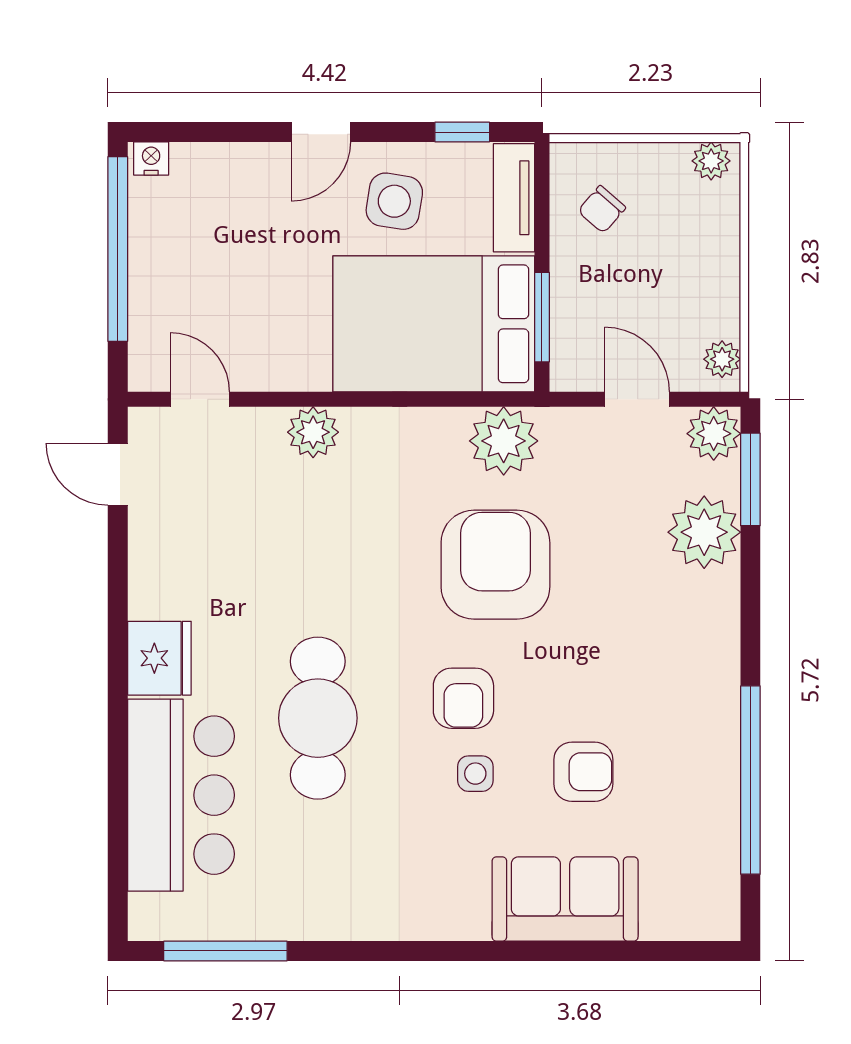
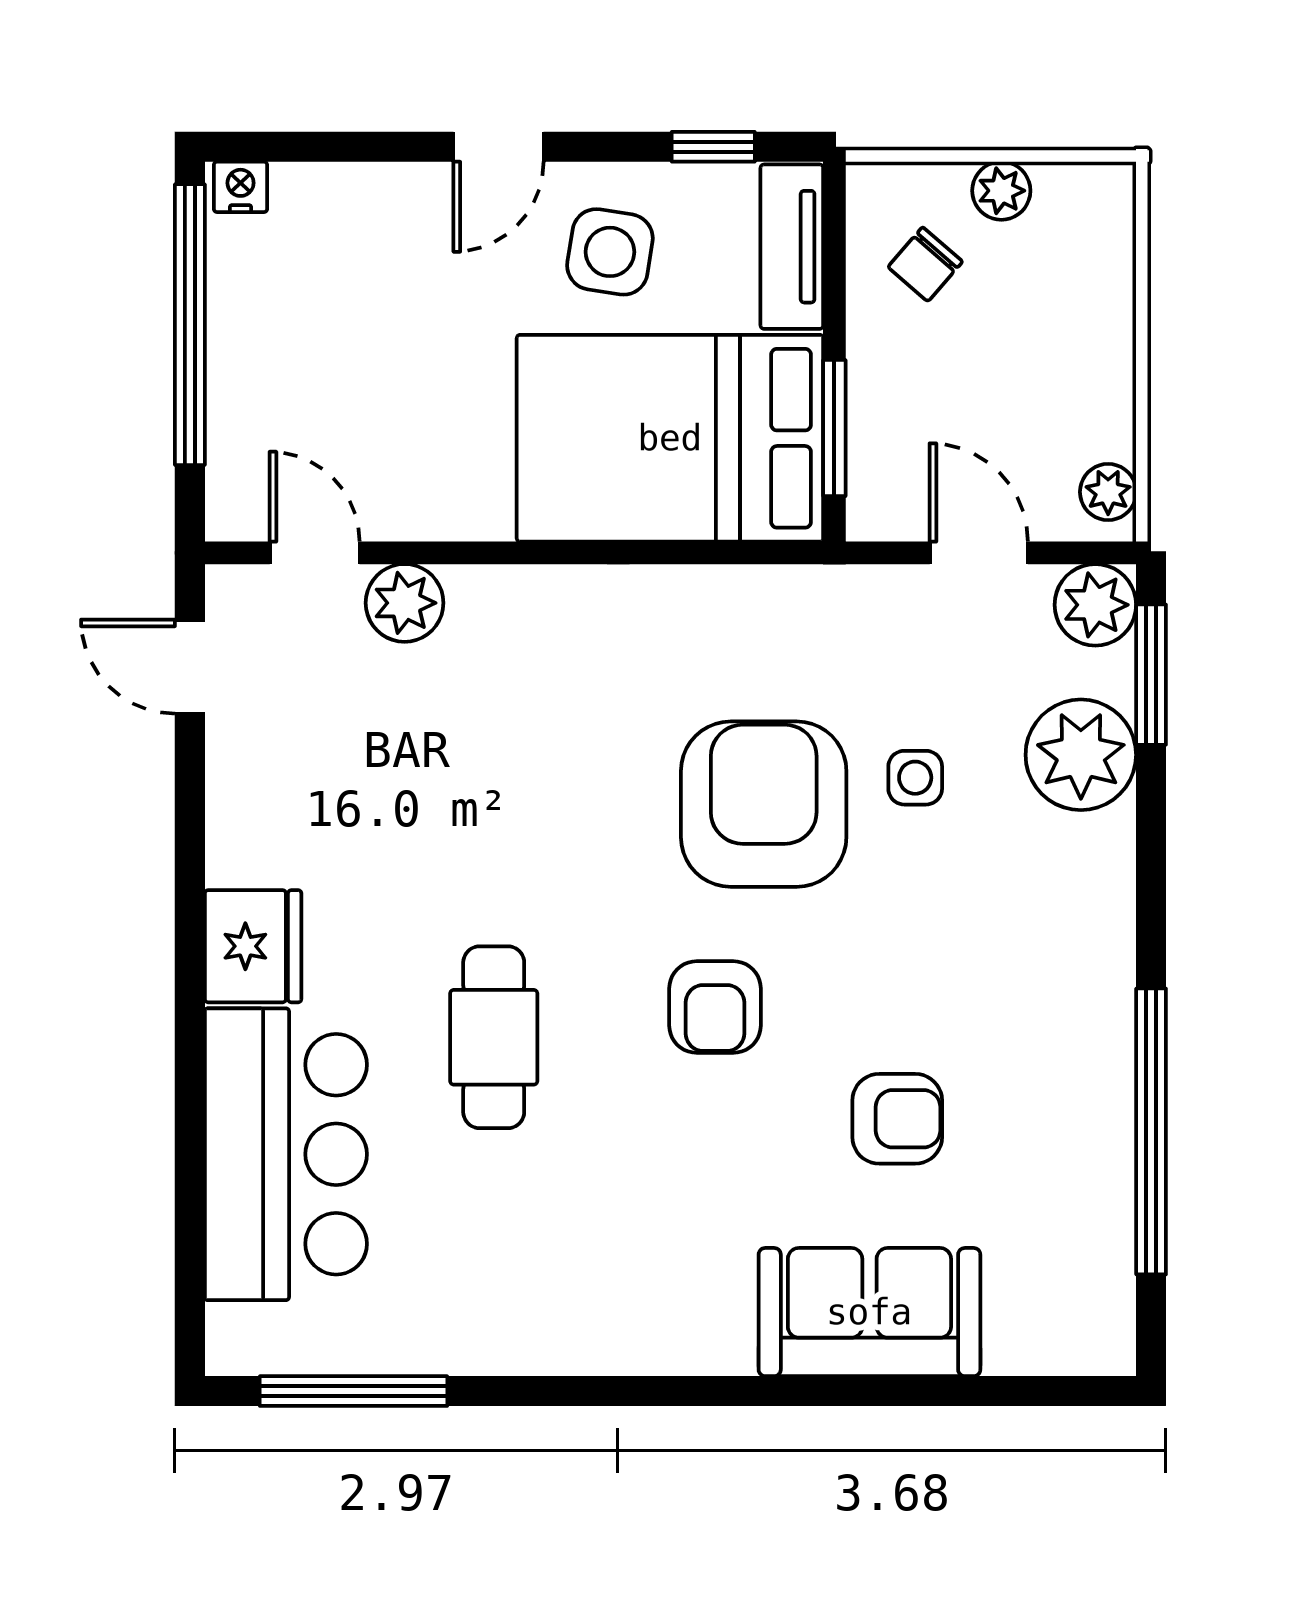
plant: (711, 161) -> (1001, 191), moved
plant: (313, 432) -> (405, 603), moved
plant: (504, 441) -> (776, 616), removed
cafe table: (318, 718) -> (494, 1037), width x0.73, depth x0.74
side table: (475, 774) -> (915, 778), moved

